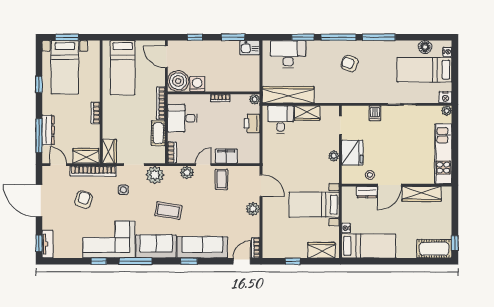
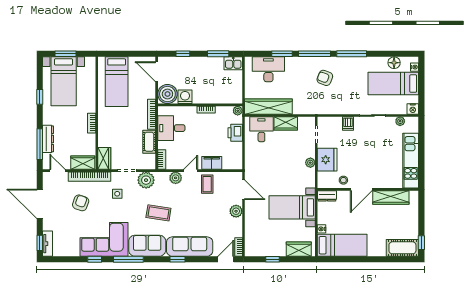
plant: (447, 111) -> (400, 121), moved
dresser: (367, 192) -> (327, 196), moved

